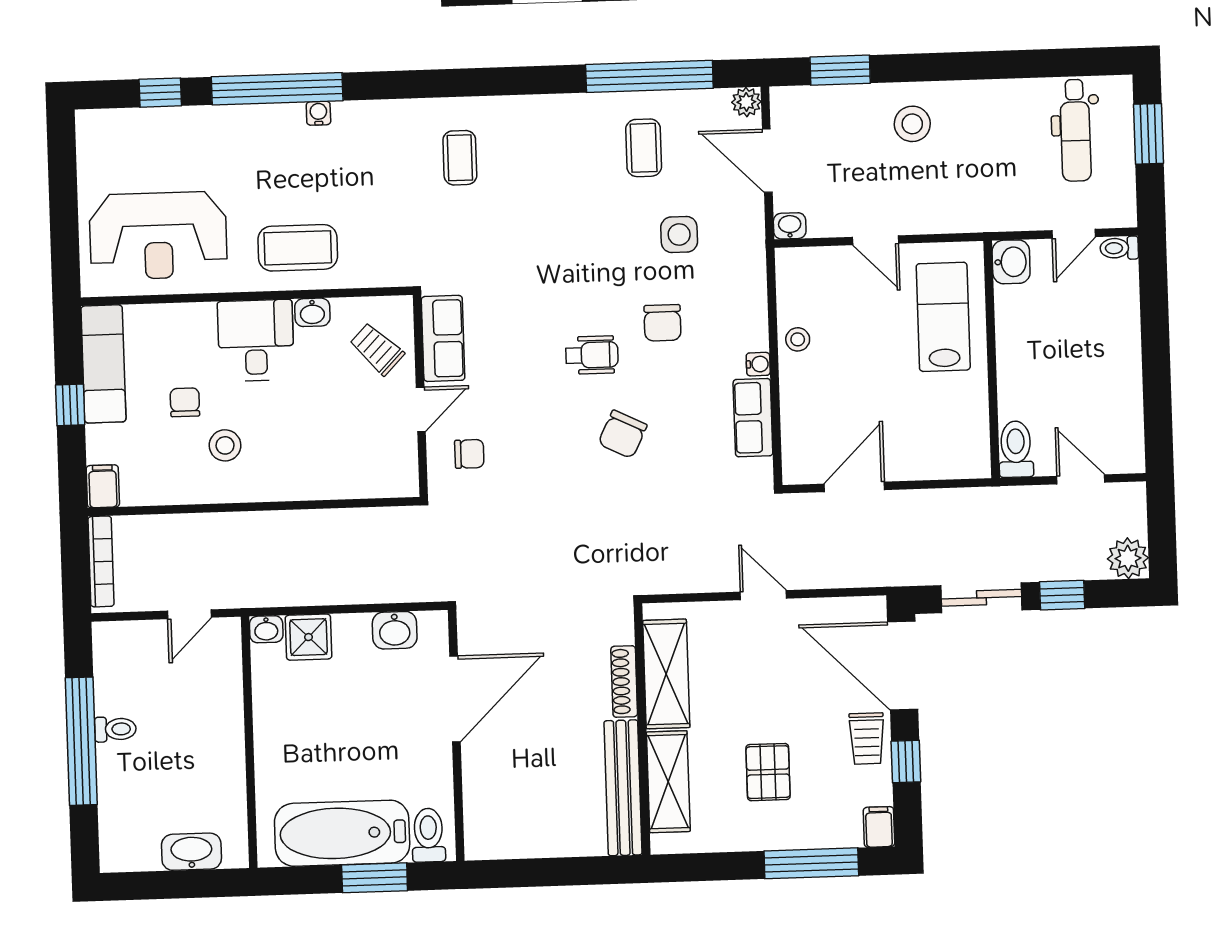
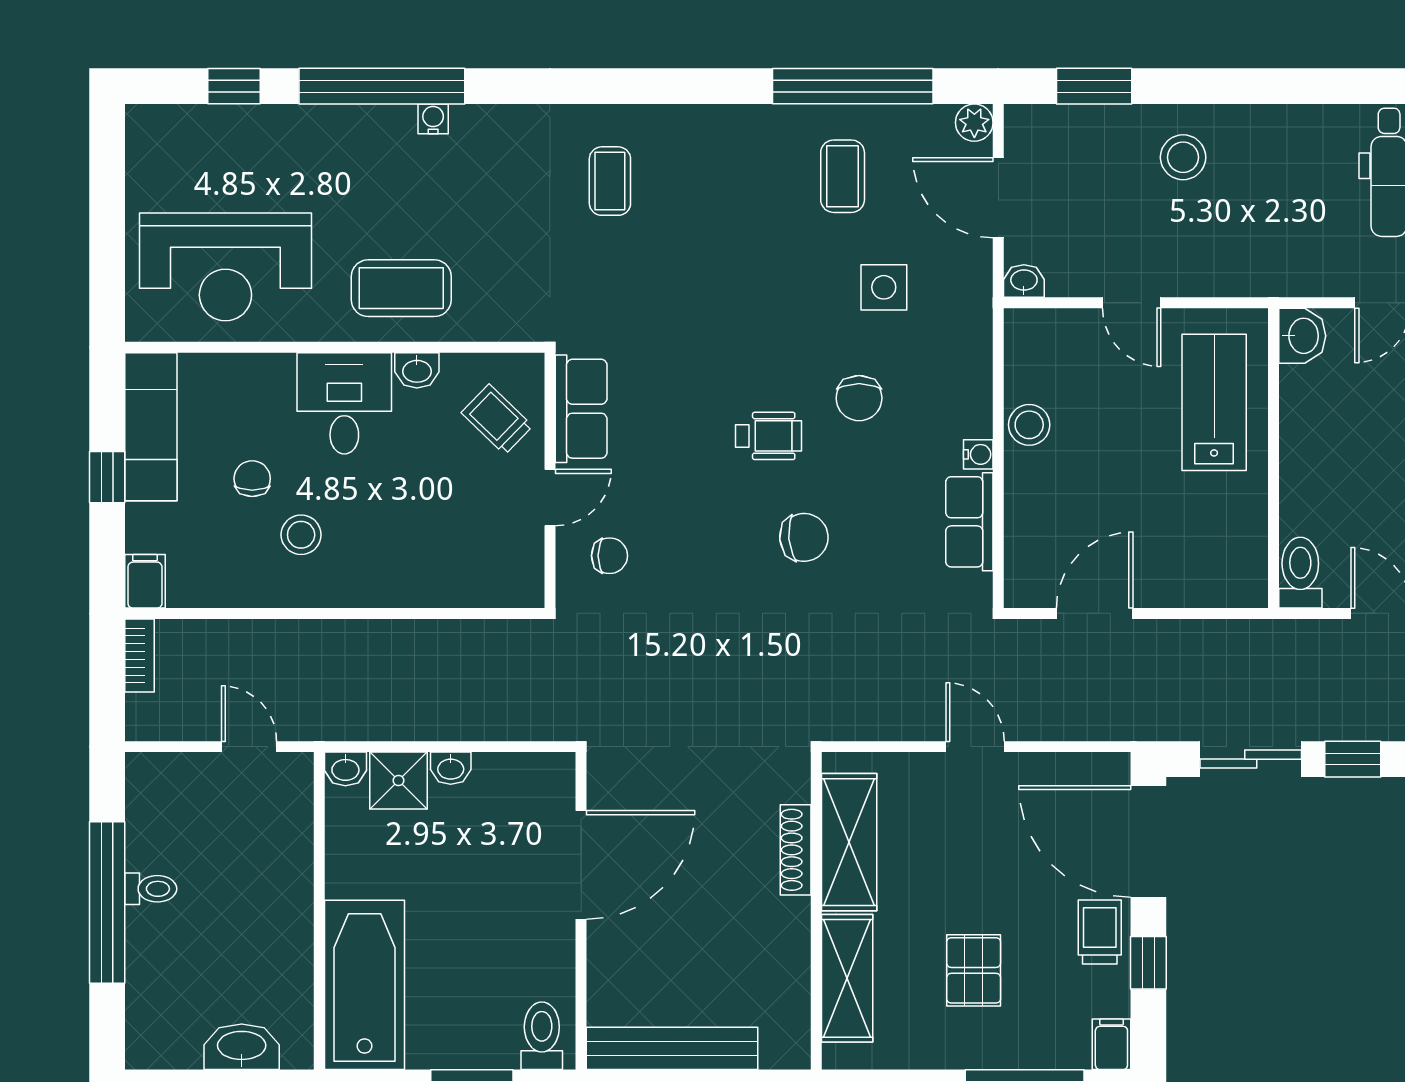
stool: (798, 339) -> (1029, 425), width x1.37, depth x1.37
chair: (623, 434) -> (804, 537), turned -121
bookcase: (101, 561) -> (139, 656), width x0.64
door: (189, 614) -> (249, 747), swing flipped
washbasin: (395, 630) -> (451, 768), moved, width x0.72, depth x0.69
trolley: (867, 738) -> (1100, 932), turned 180
bench: (623, 788) -> (672, 1048), moved, turned 90
bathtub: (342, 833) -> (365, 985), moved, turned 90

